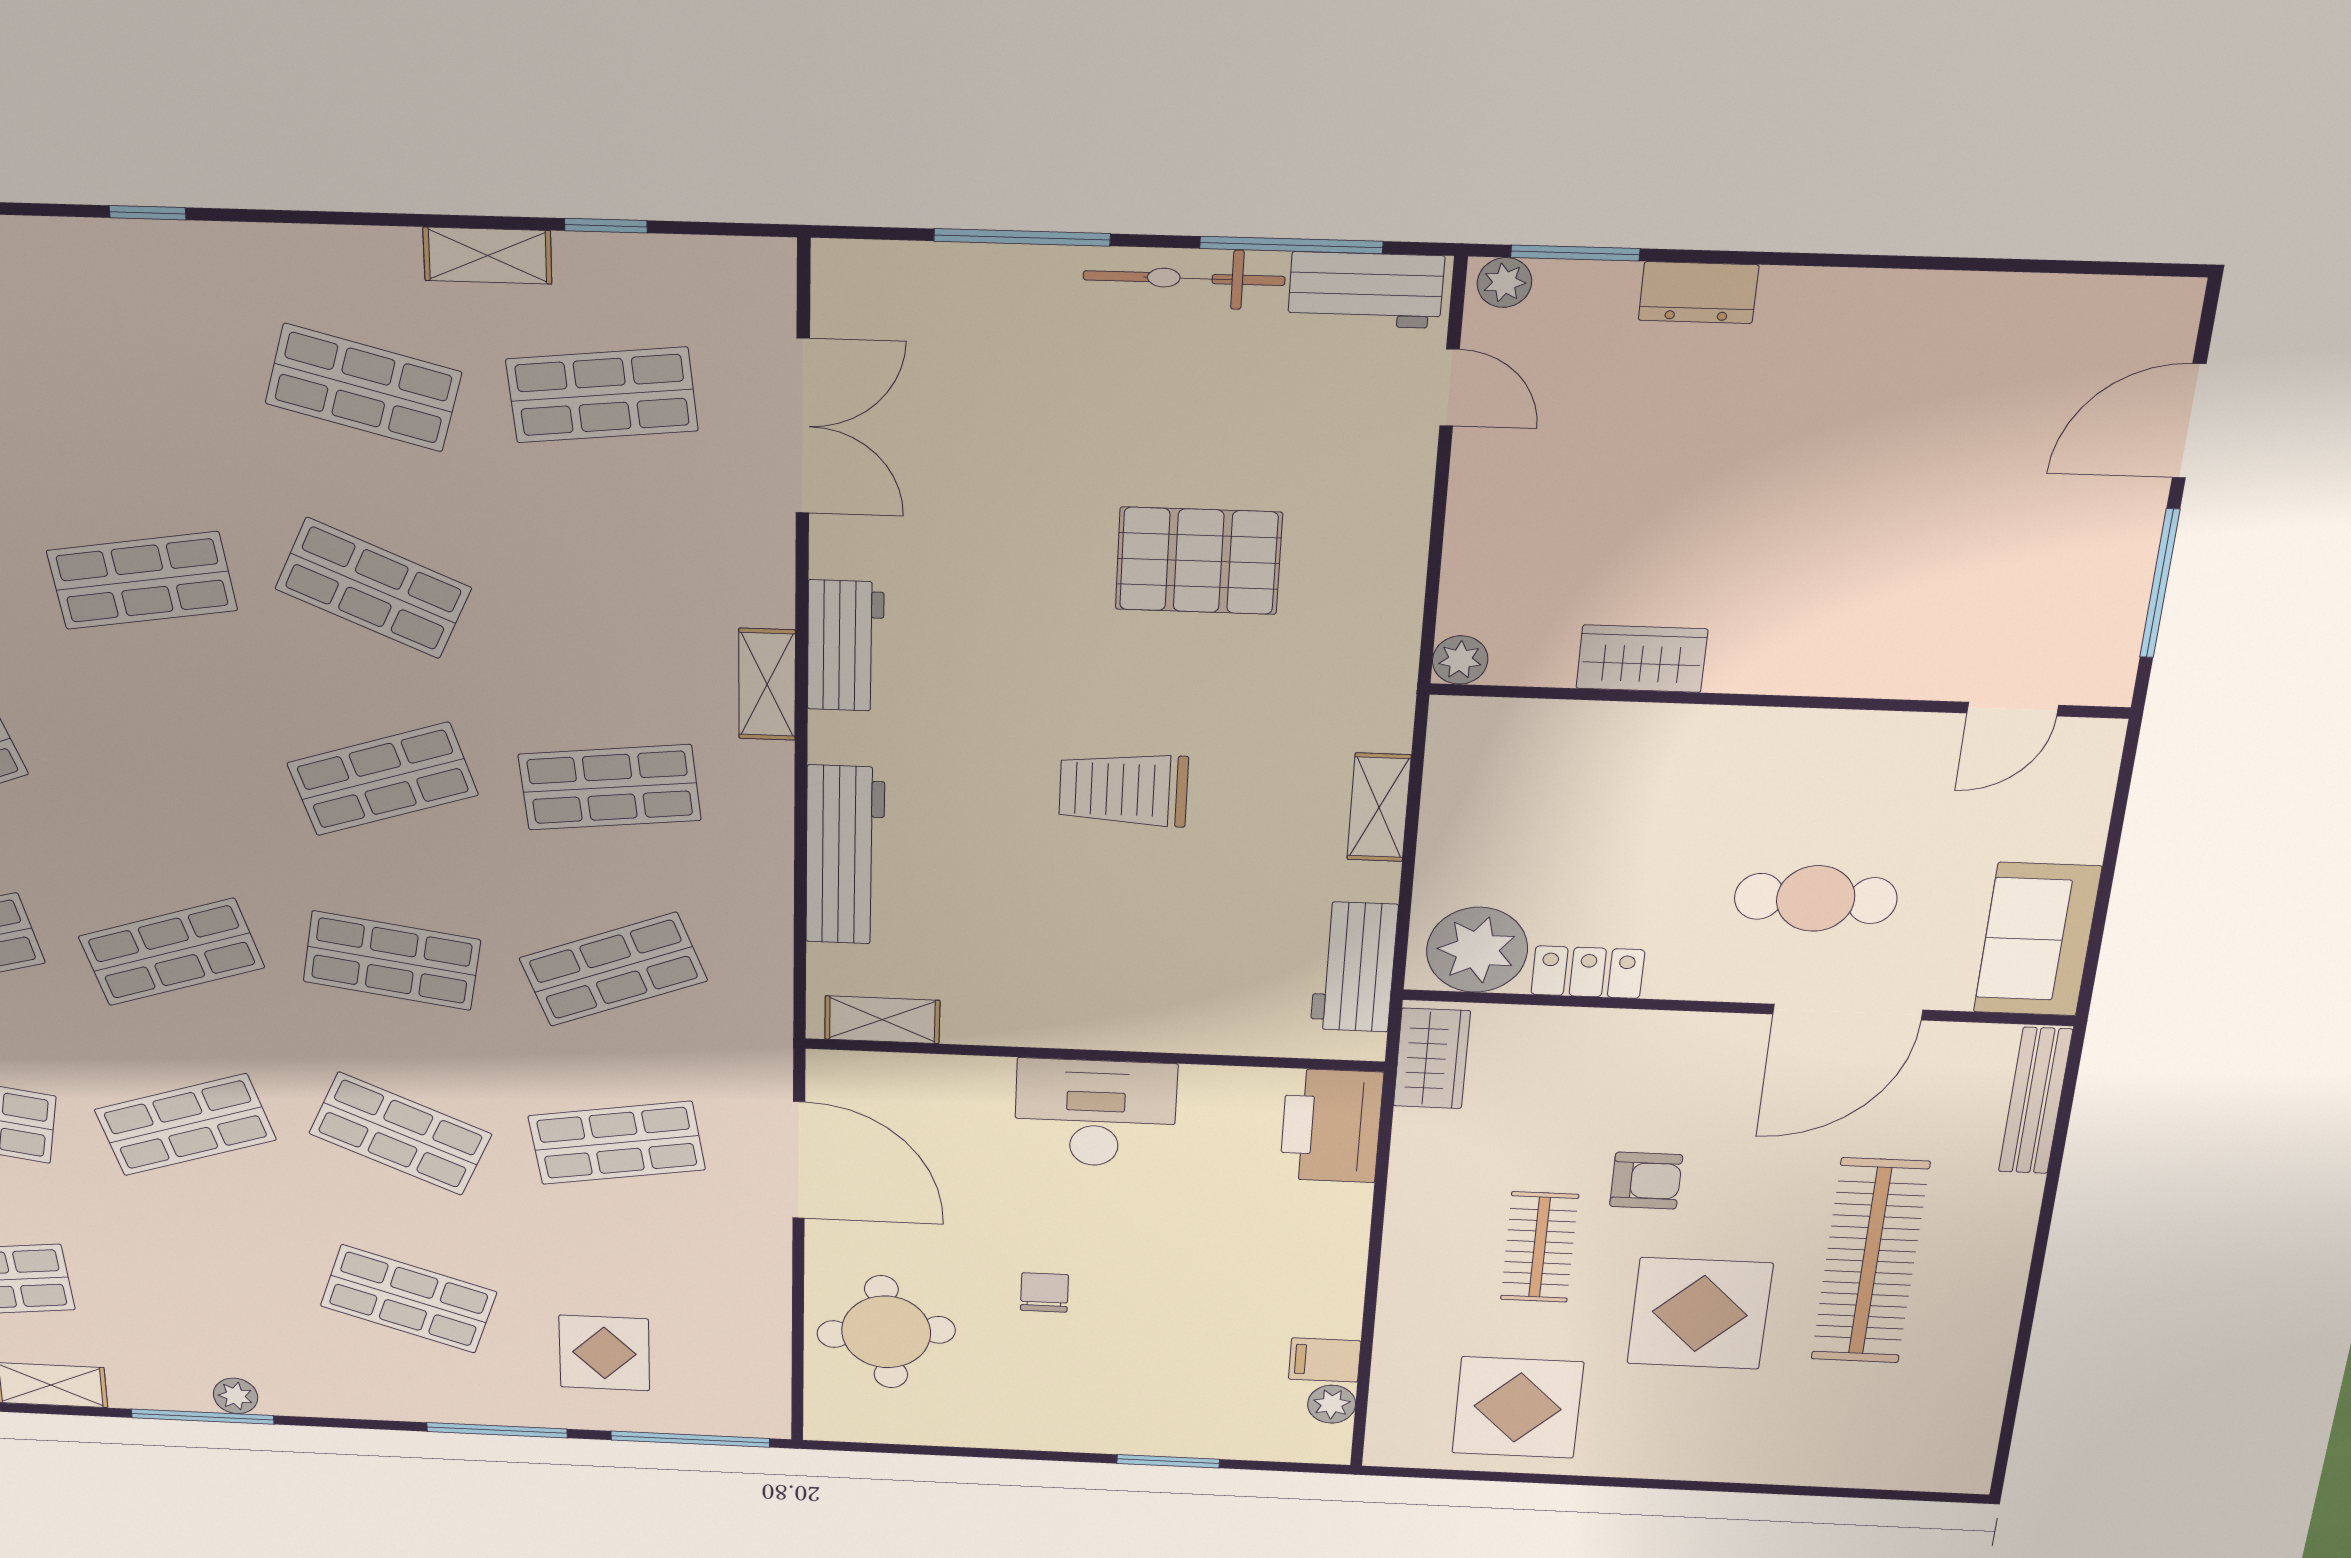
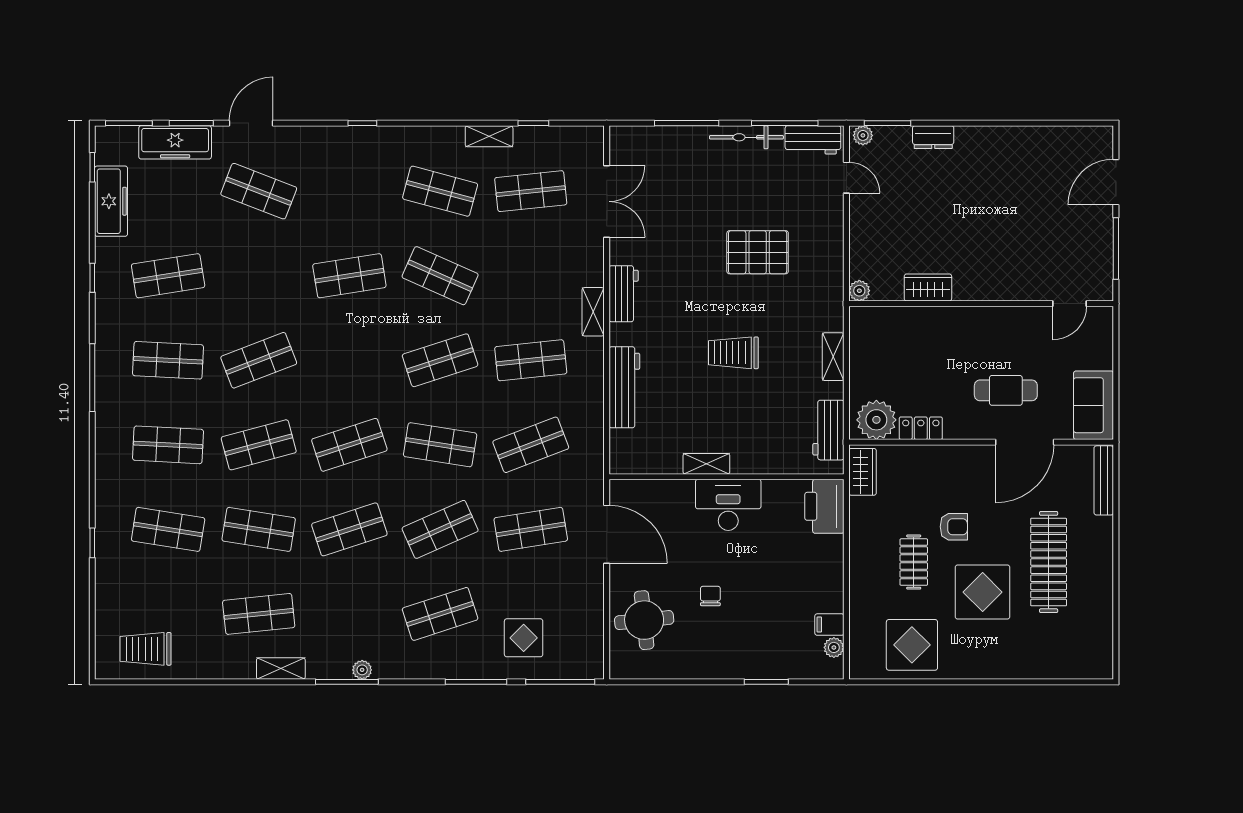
shelving: (882, 1020) -> (706, 464), moved
shop shelf: (400, 1134) -> (440, 529), turned -48
shop shelf: (409, 1299) -> (440, 614), turned -36

